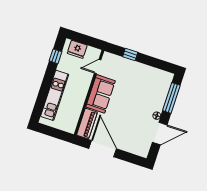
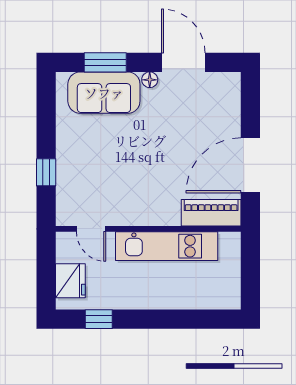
sofa: (101, 94) -> (104, 93), moved, turned 180
kitchen unit: (55, 95) -> (167, 246), moved, turned 180
window: (171, 98) -> (105, 62), width x0.69

